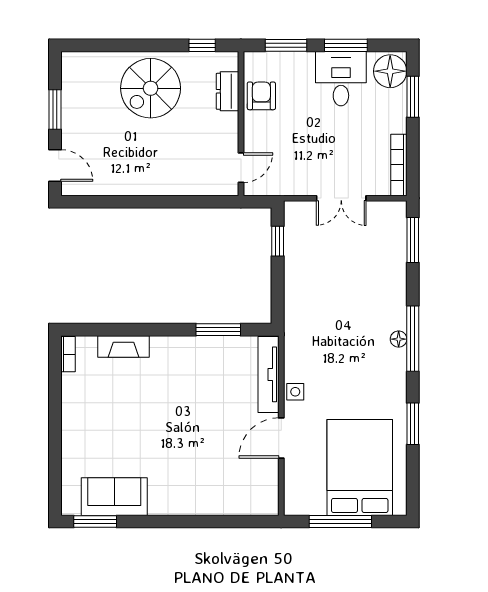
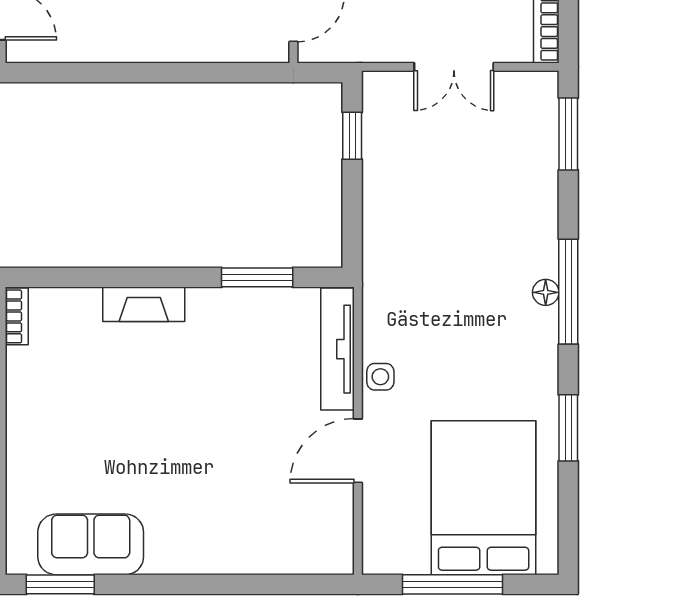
fireplace: (124, 346) -> (144, 304), moved

